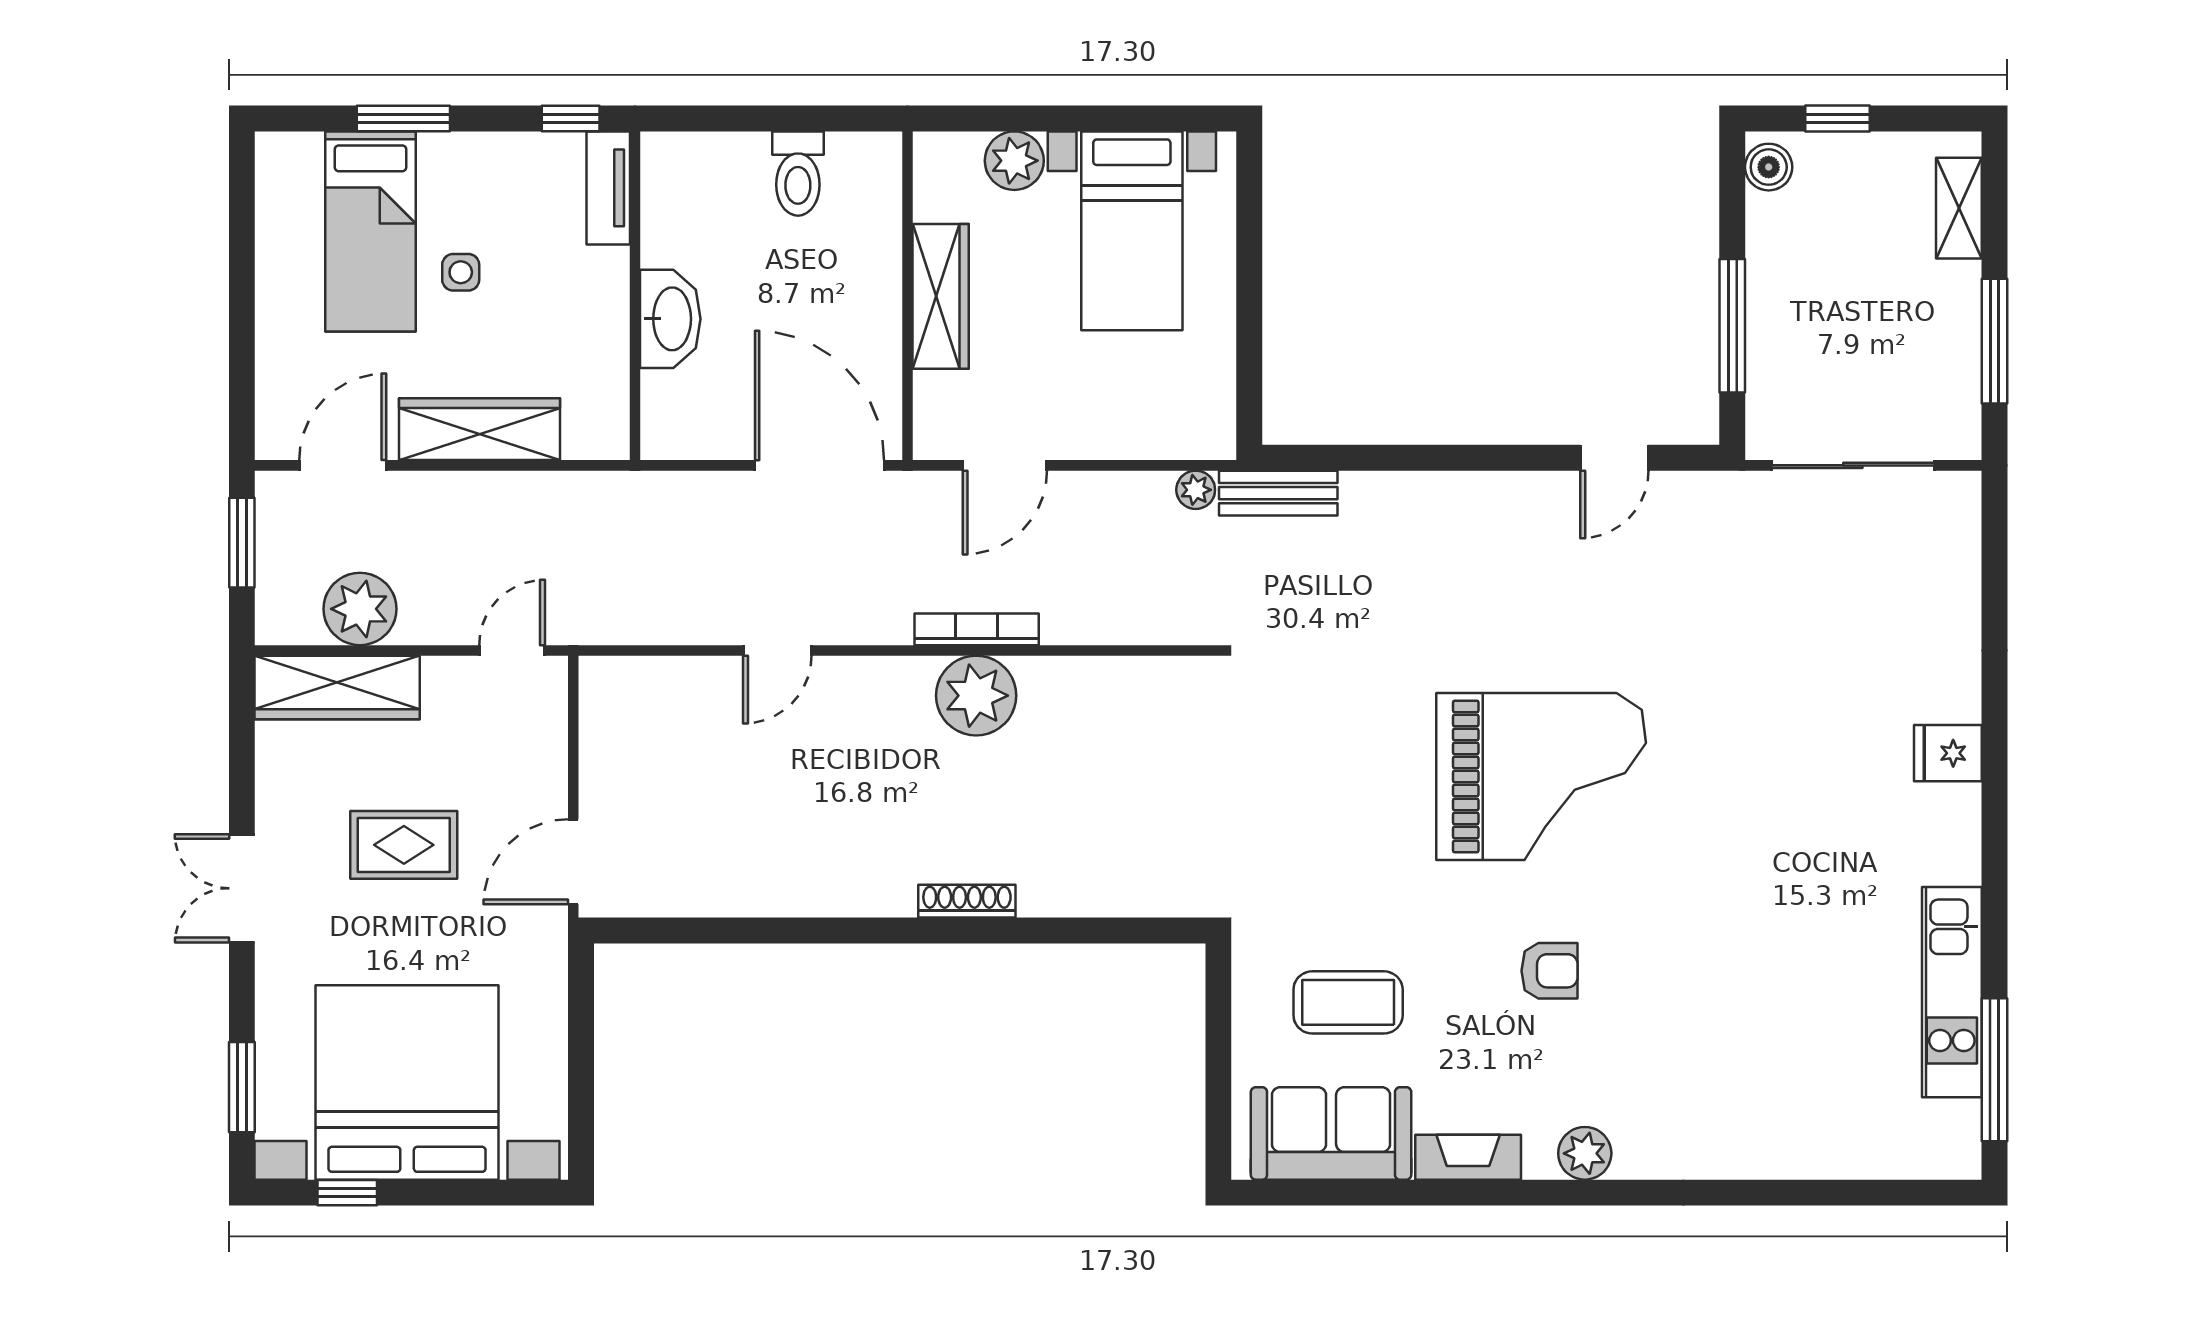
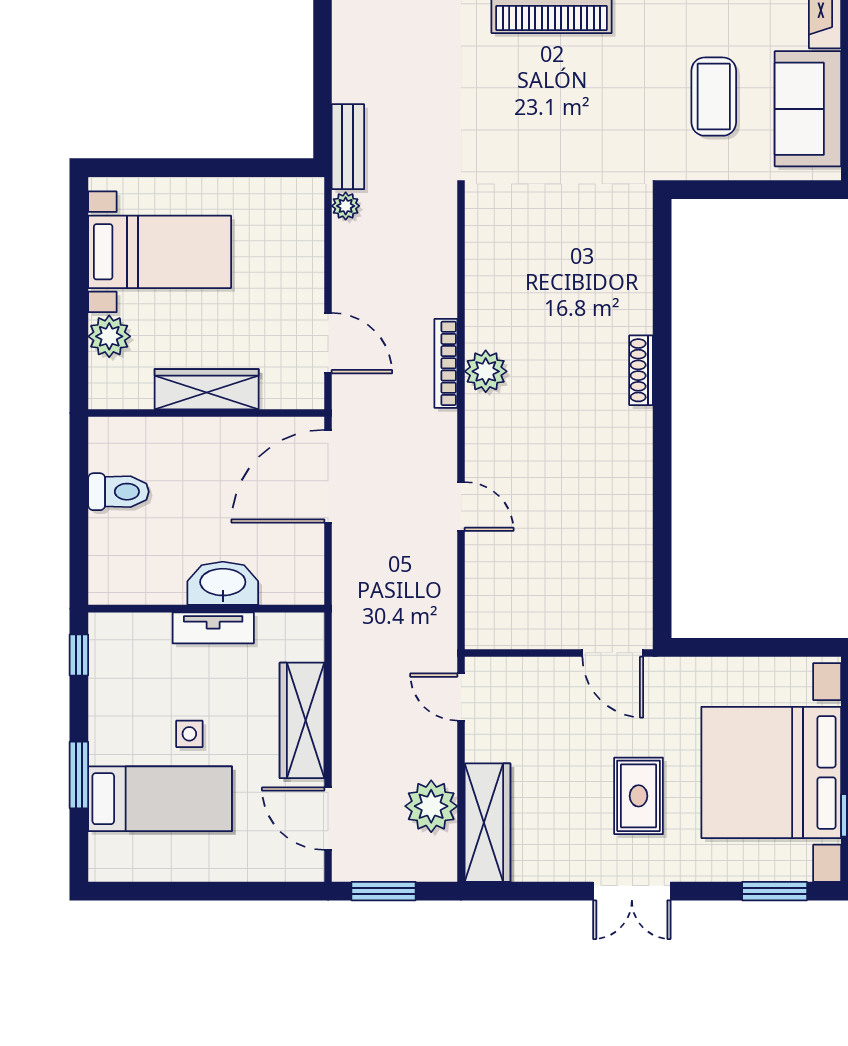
tv unit: (608, 188) -> (213, 628), moved
plant: (976, 696) -> (486, 371), width x0.73, depth x0.73
rug: (404, 845) -> (639, 796), moved

